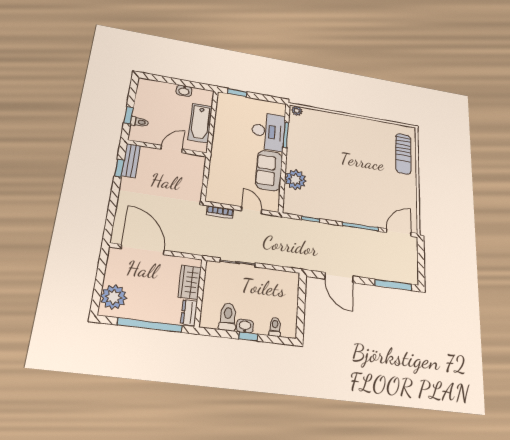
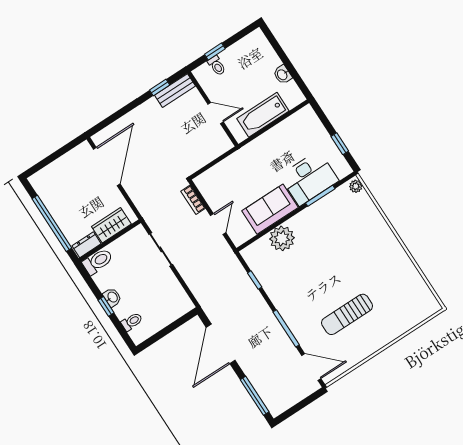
window: (237, 93) -> (340, 144), moved
sun lounger: (403, 154) -> (347, 314), moved
door: (339, 278) -> (221, 344), width x1.36
plant: (114, 297) -> (51, 178), removed
toilet: (228, 317) -> (98, 261), moved

